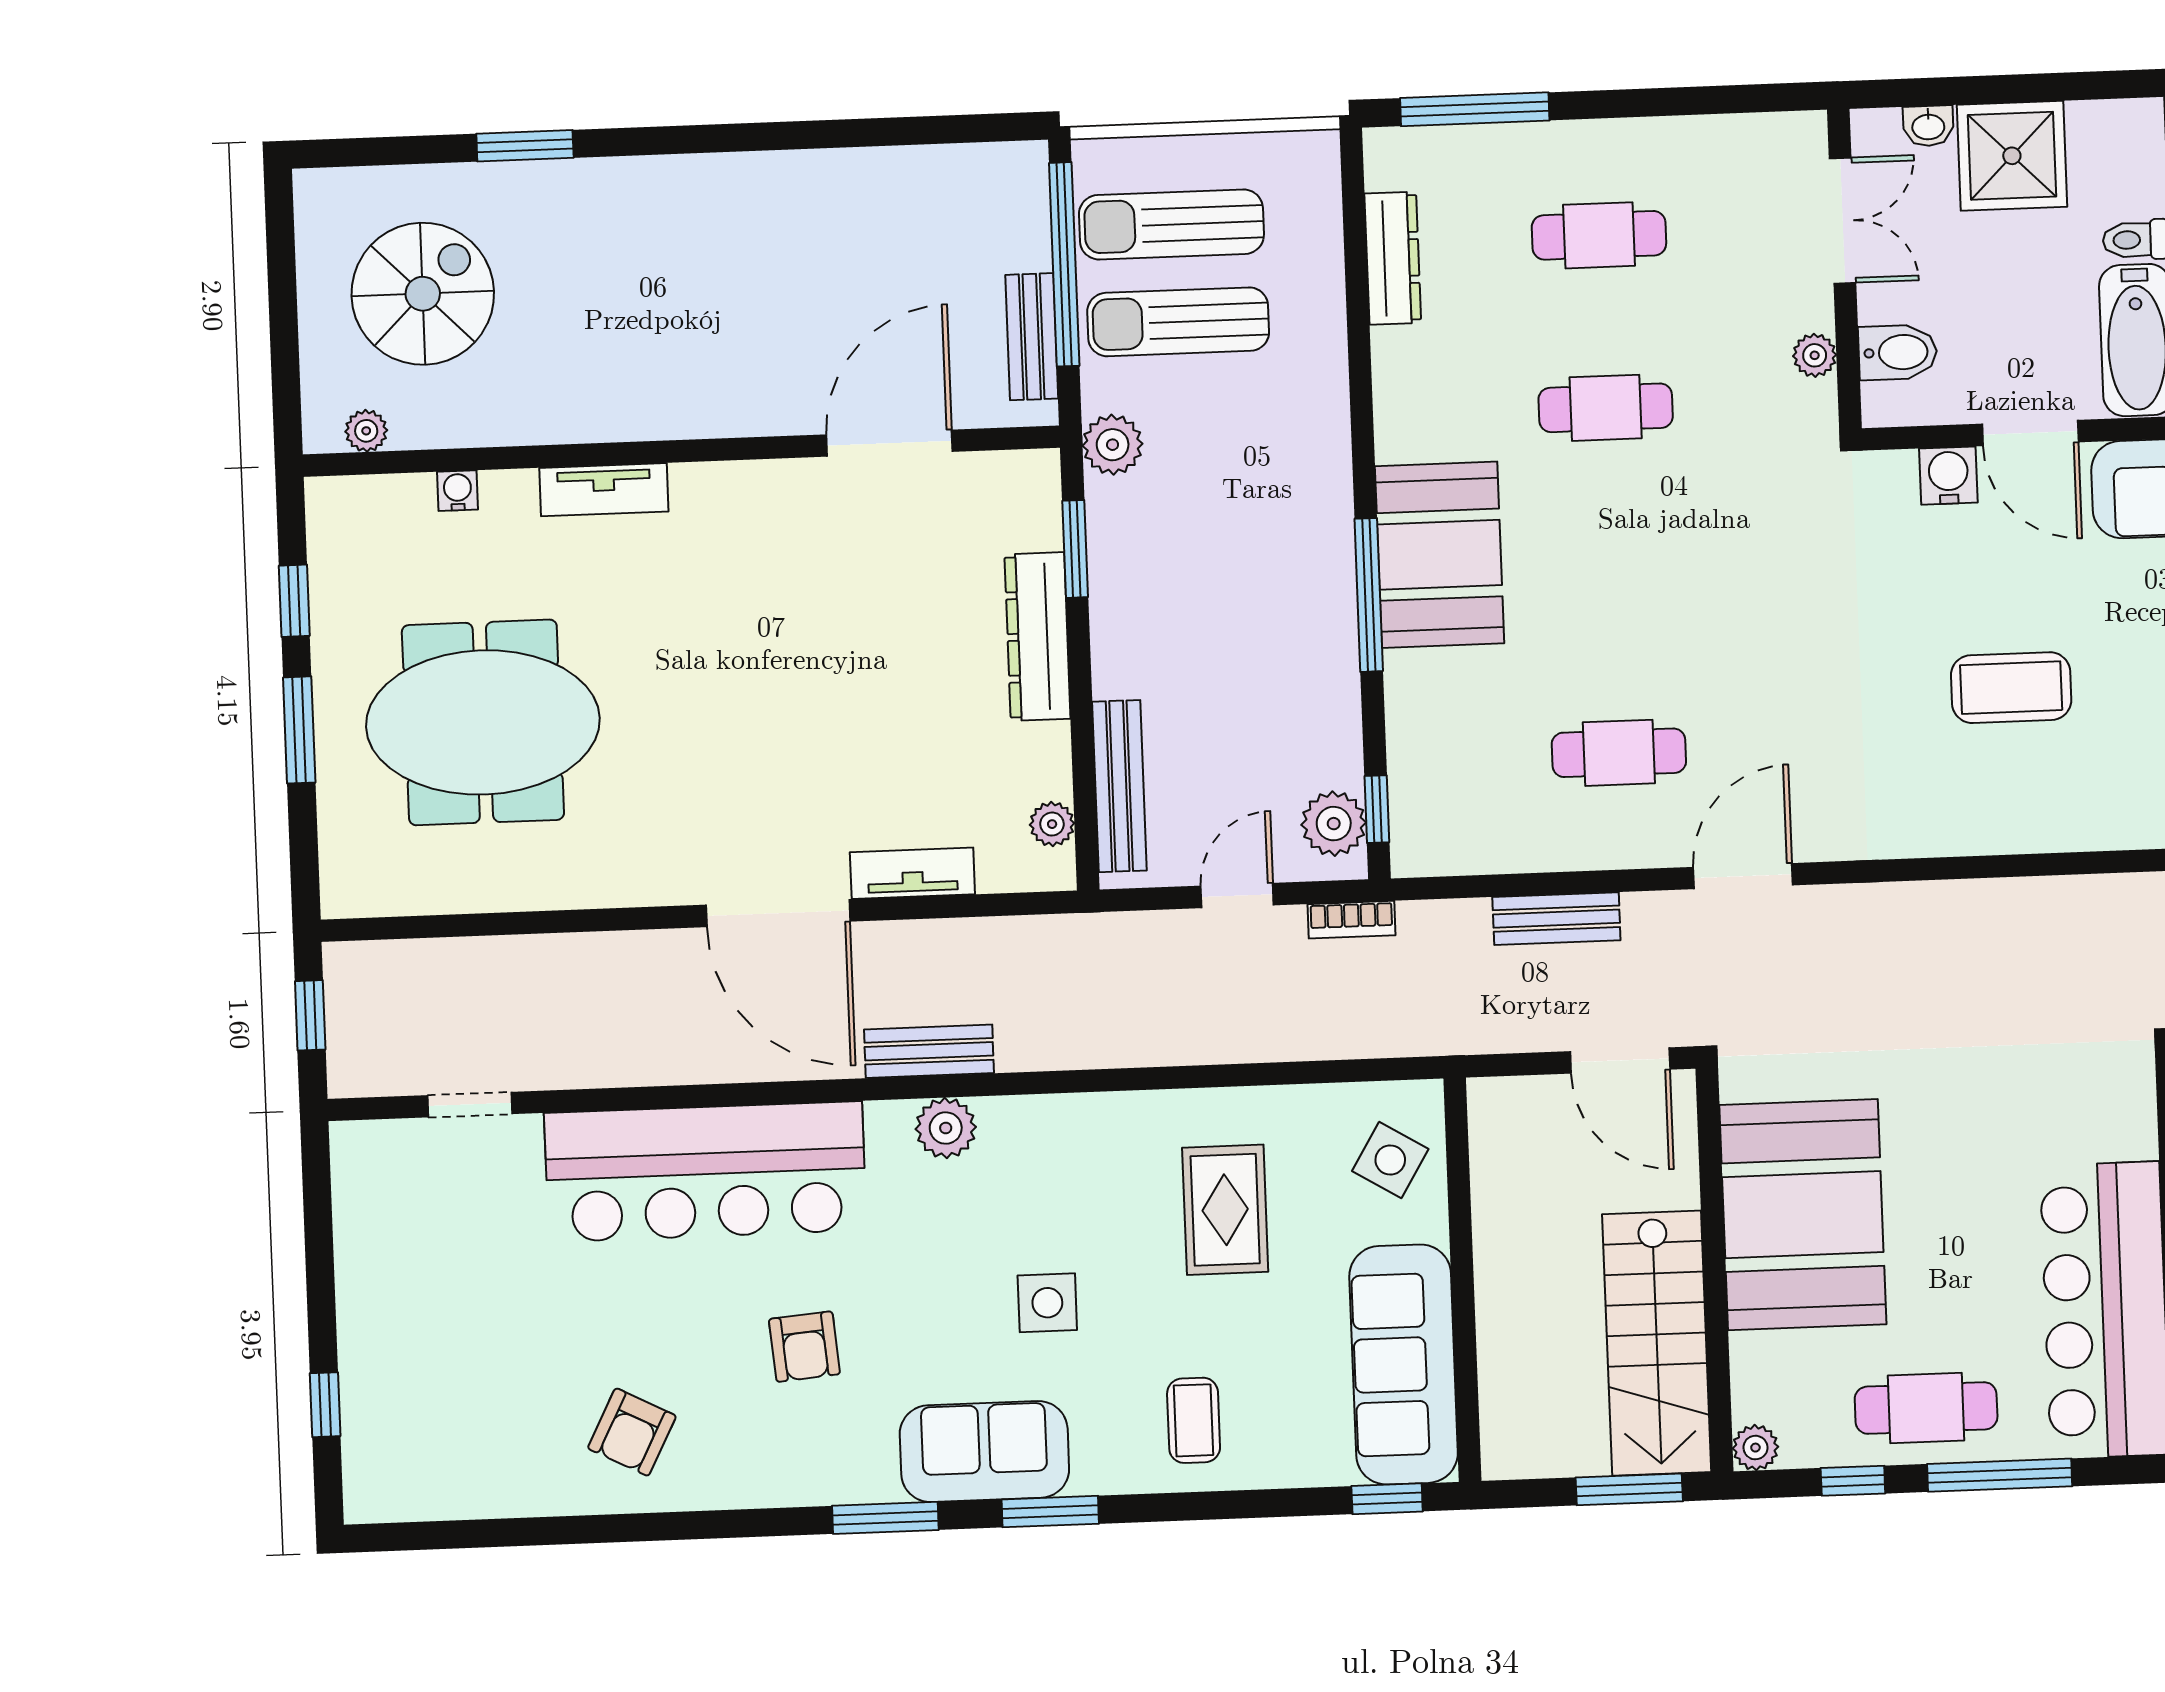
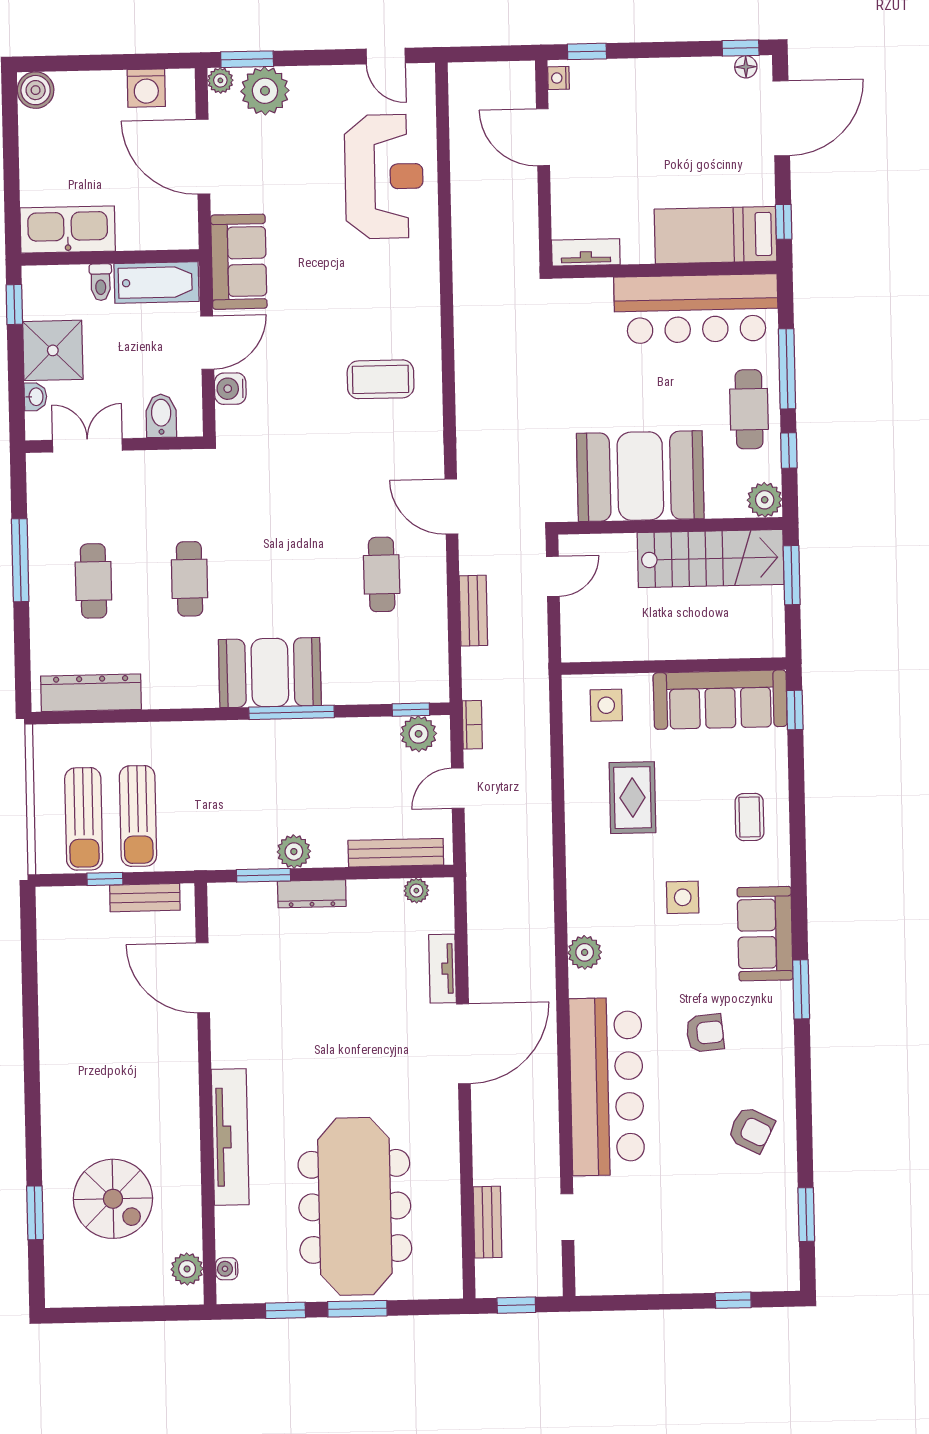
window: (2093, 85) -> (14, 304), added
window: (1475, 109) -> (20, 560), moved
window: (525, 146) -> (35, 1213), moved
dresser: (1393, 258) -> (91, 693), width x1.37, depth x1.24
window: (1064, 264) -> (105, 879), width x0.32
spiral stairs: (423, 294) -> (113, 1199), moved, turned 180
plant: (1815, 355) -> (162, 462), removed
plant: (366, 431) -> (187, 1269), width x1.38, depth x1.38
plant: (1113, 445) -> (294, 852), moved
tv unit: (604, 490) -> (230, 1137), width x1.92, depth x1.29
water cooler: (458, 491) -> (227, 1269), moved
dresser: (1037, 637) -> (312, 894), width x0.73, depth x0.80
coffee table: (2011, 688) -> (381, 379), moved, turned 90
meeting table: (483, 722) -> (355, 1206), width x1.36
door: (1237, 896) -> (458, 788), hinge flipped
bench: (929, 1051) -> (487, 1222), moved
door: (1620, 1060) -> (553, 576), width x0.73
side table: (1390, 1160) -> (606, 705), turned -31
rug: (1225, 1210) -> (633, 798), turned 90
coffee table: (1194, 1420) -> (749, 817), turned 90
plant: (1755, 1448) -> (765, 500), width x1.38, depth x1.38
window: (1050, 1512) -> (806, 1215), moved

